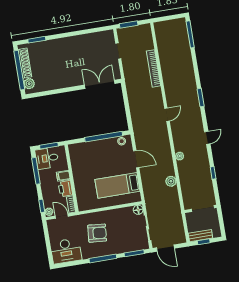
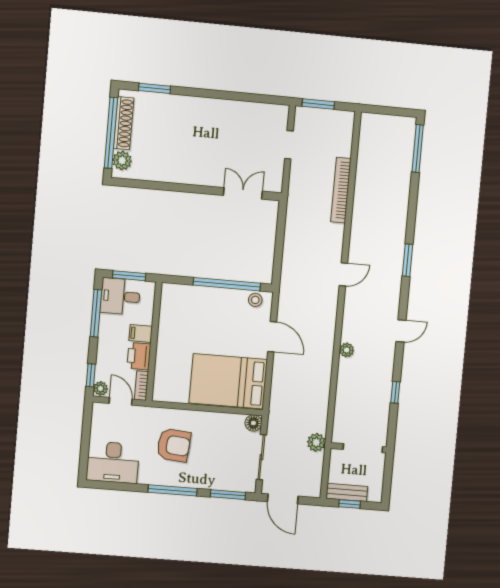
double door: (100, 84) -> (243, 193), width x0.73
plant: (171, 181) -> (316, 442), moved
bed: (117, 185) -> (228, 381), width x1.50

